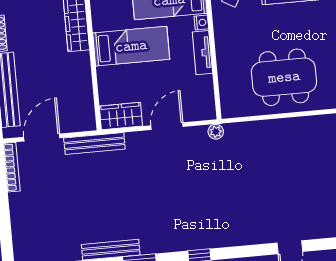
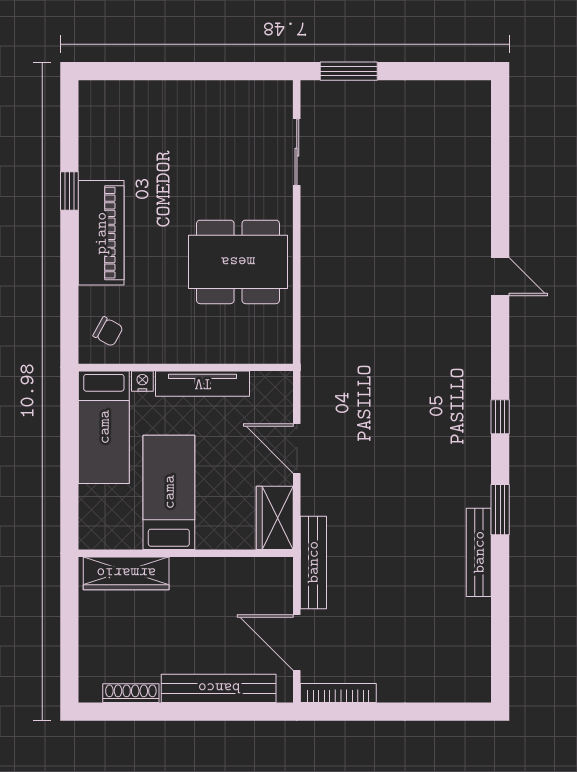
tv unit: (202, 53) -> (203, 384), width x1.41
dining table: (284, 77) -> (238, 262), turned 90
plant: (216, 132) -> (312, 374), removed

